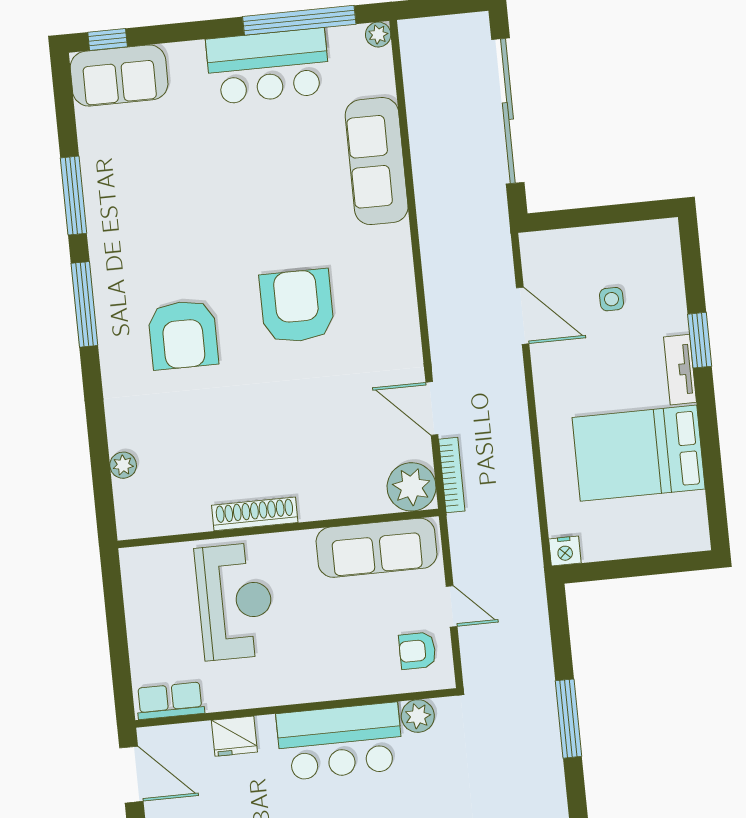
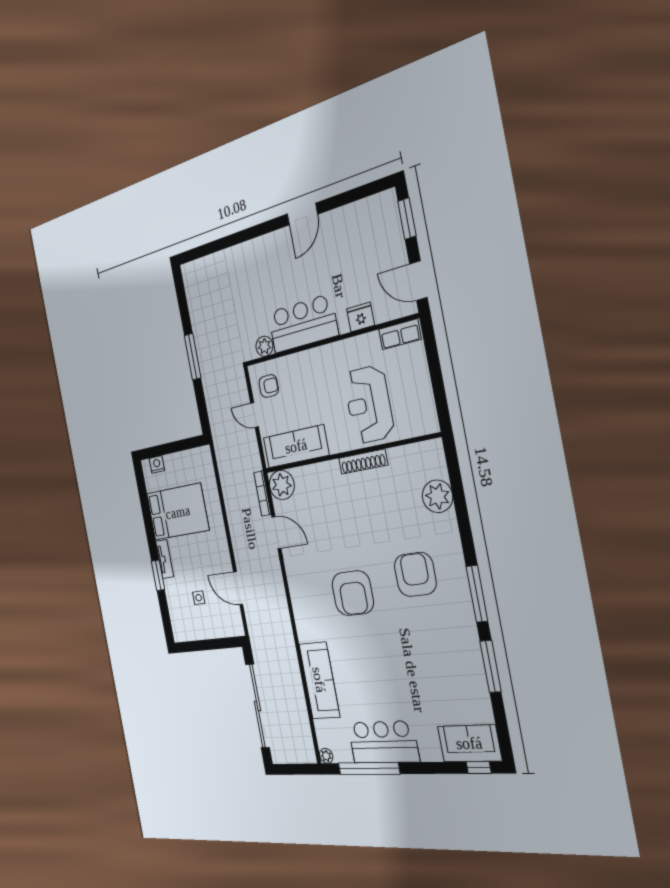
plant: (123, 465) -> (437, 496), width x1.88, depth x1.88
nightstand: (565, 551) -> (157, 464), moved

